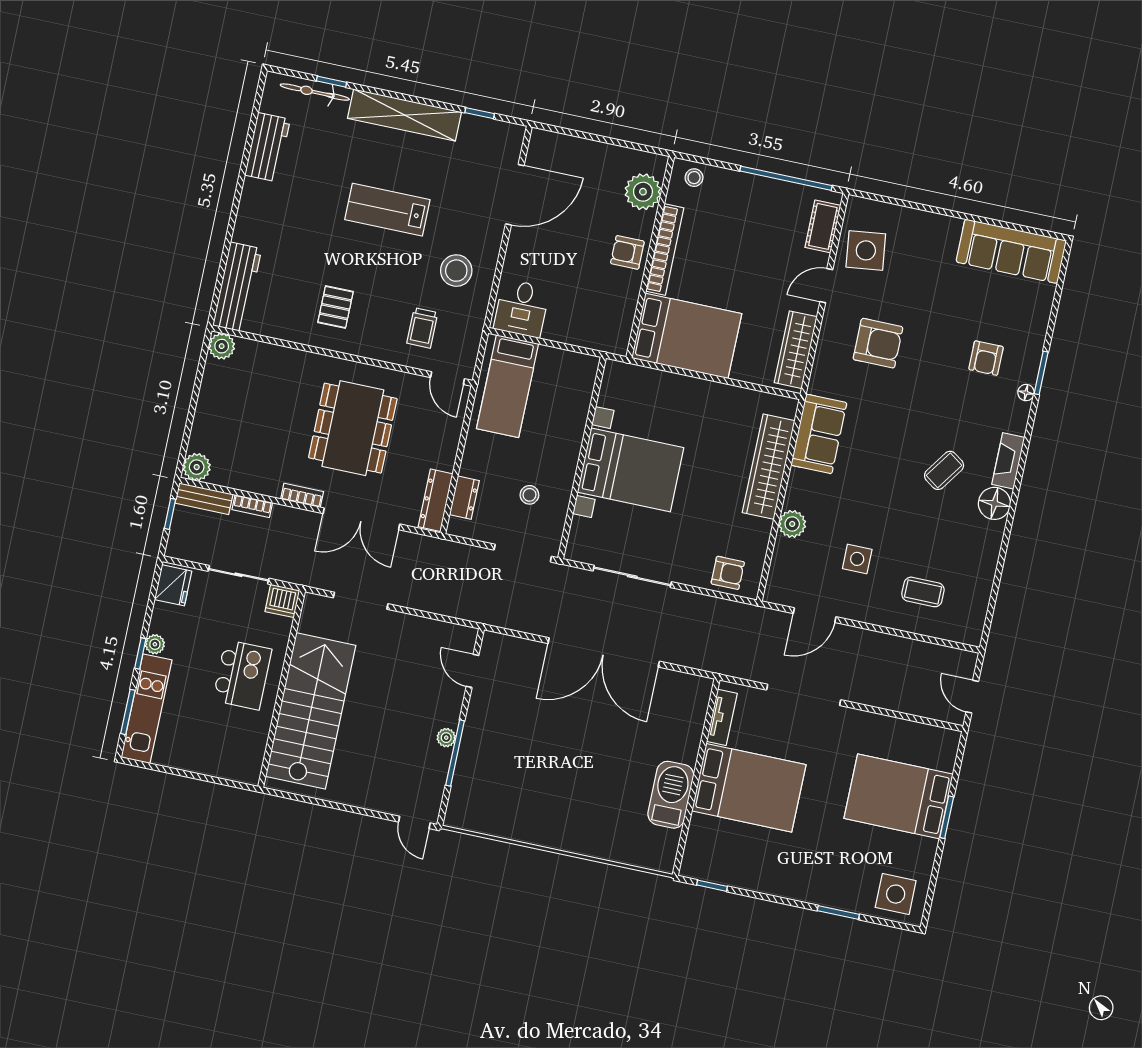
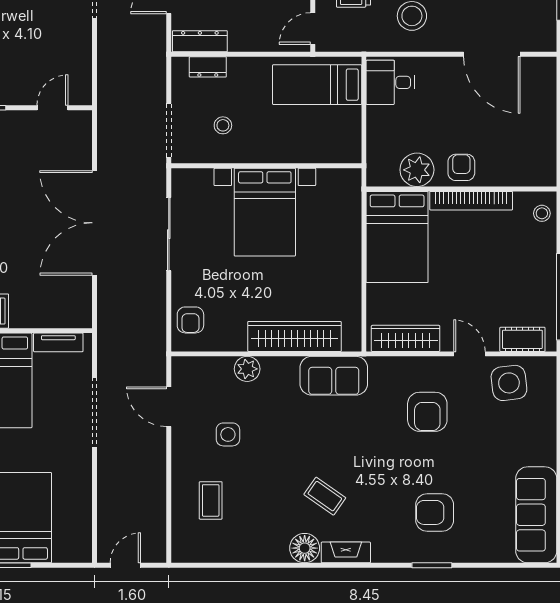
plant: (643, 192) -> (417, 170), moved
armchair: (986, 358) -> (435, 512), width x1.38, depth x1.38
floor lamp: (1026, 393) -> (411, 555), removed

